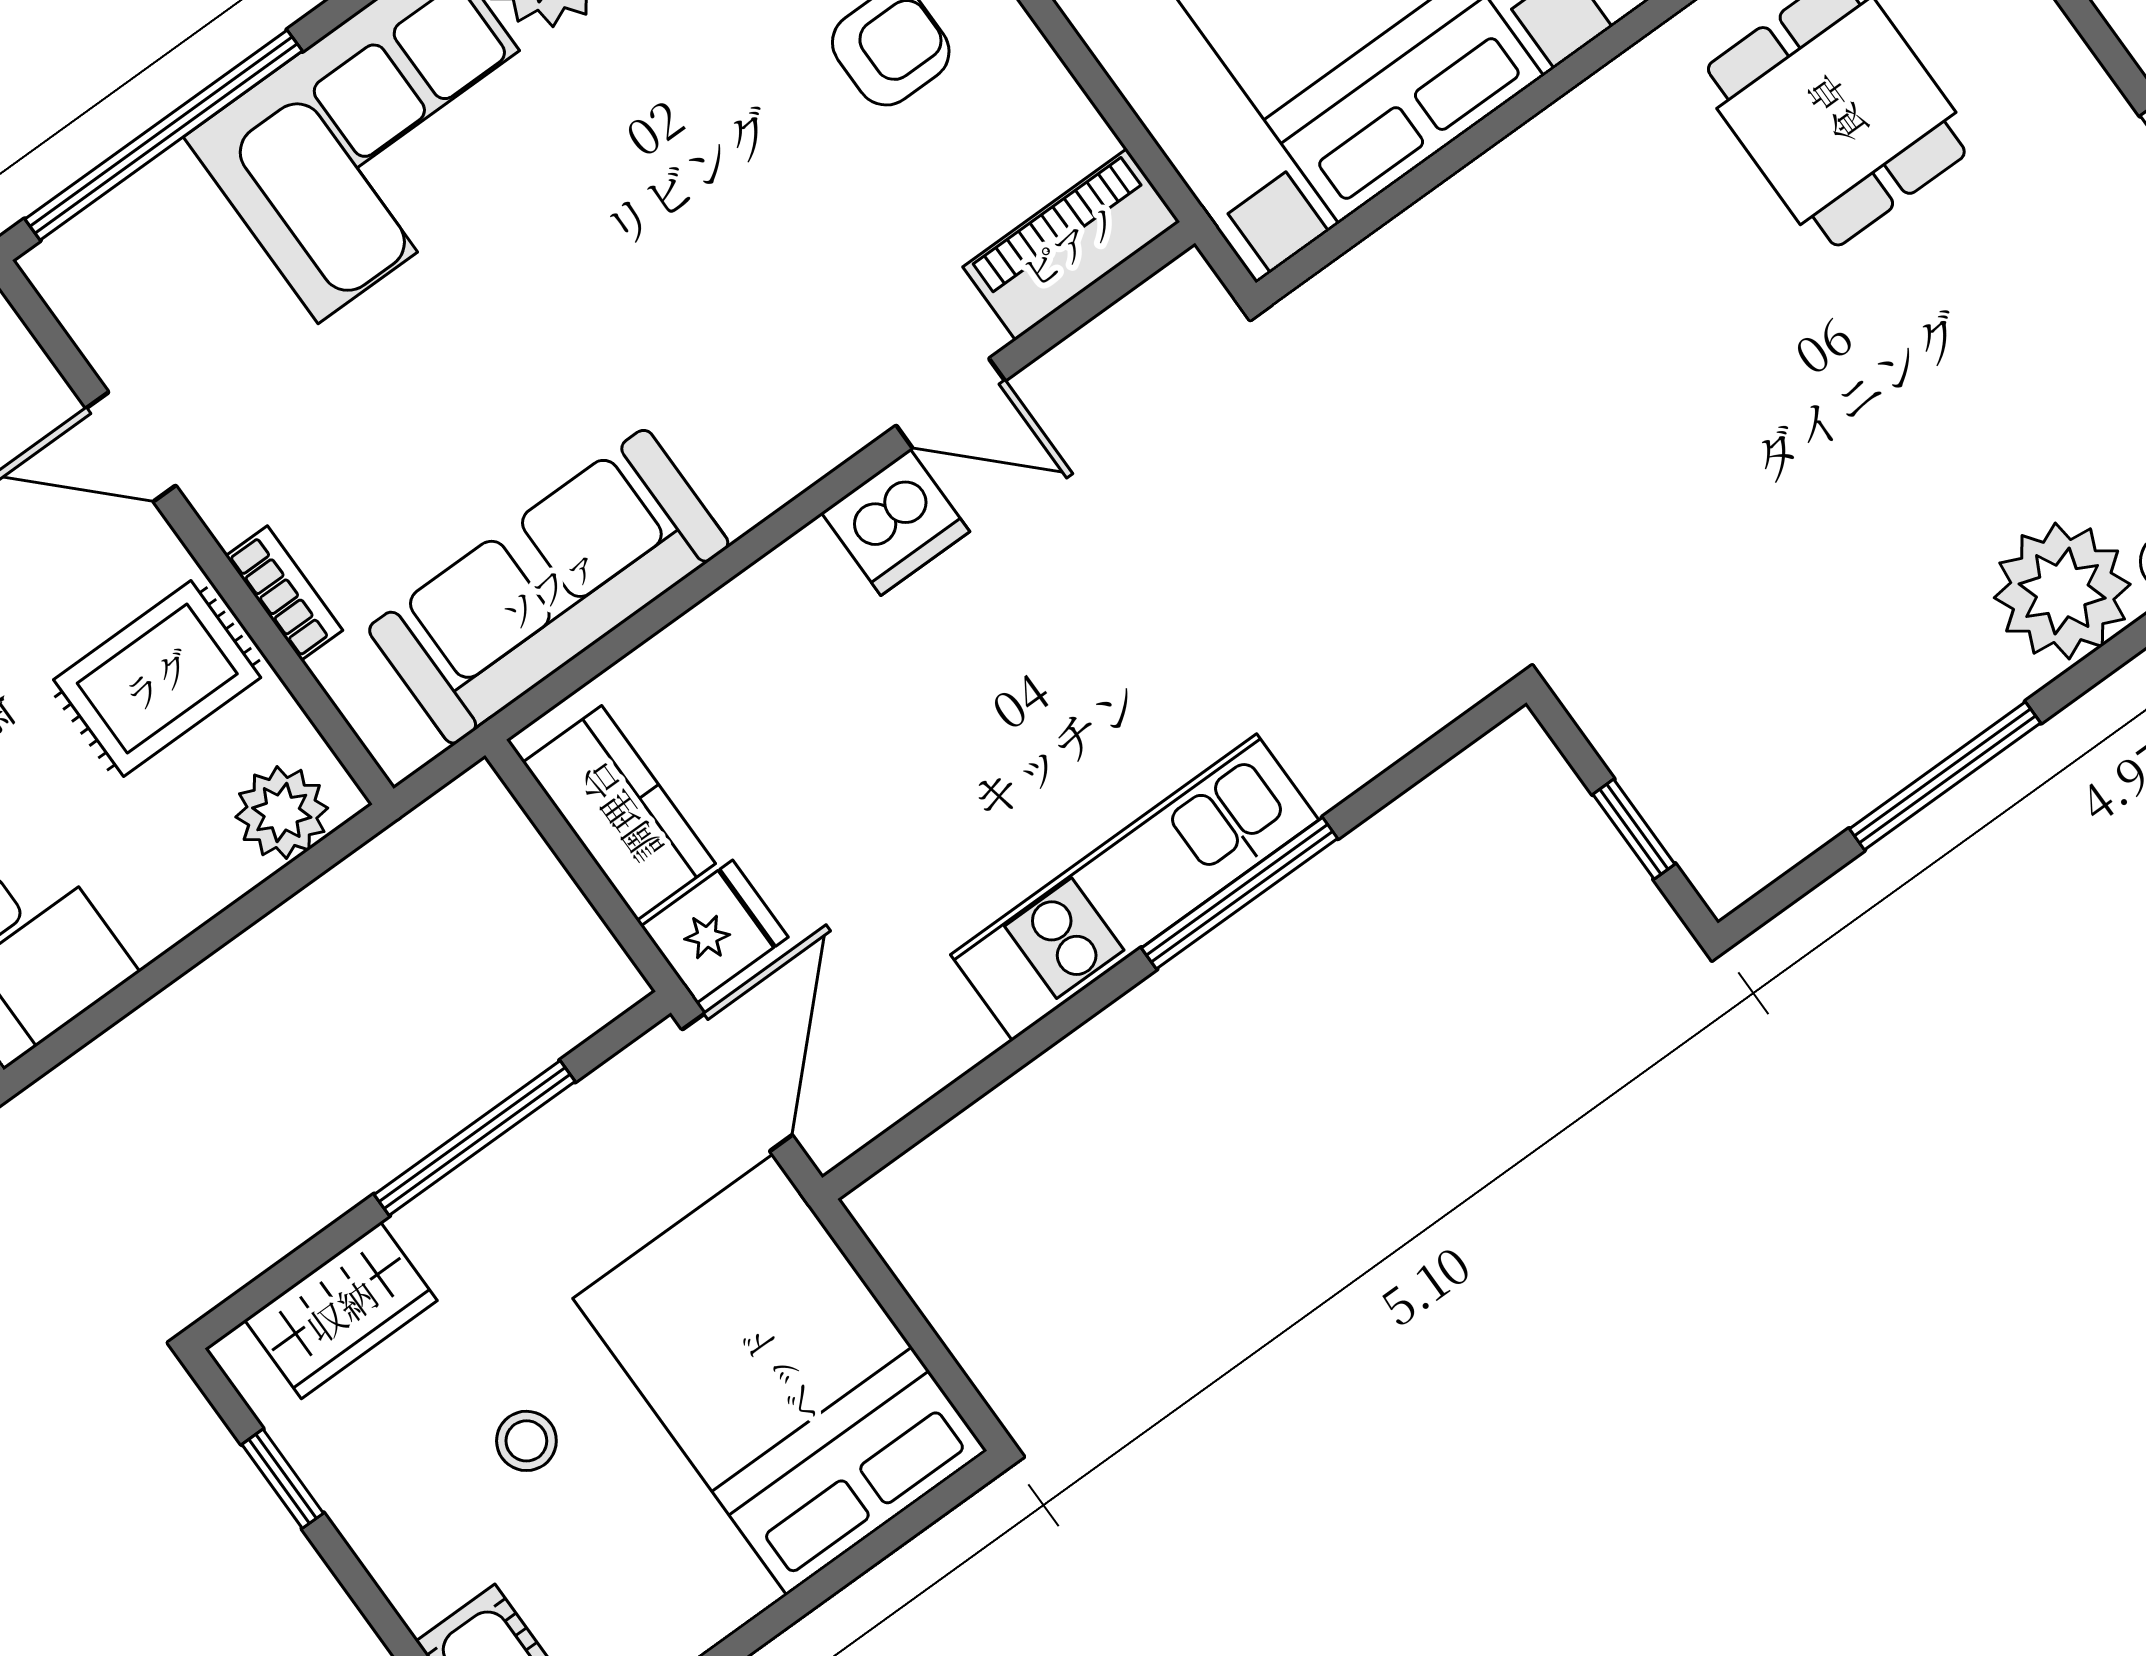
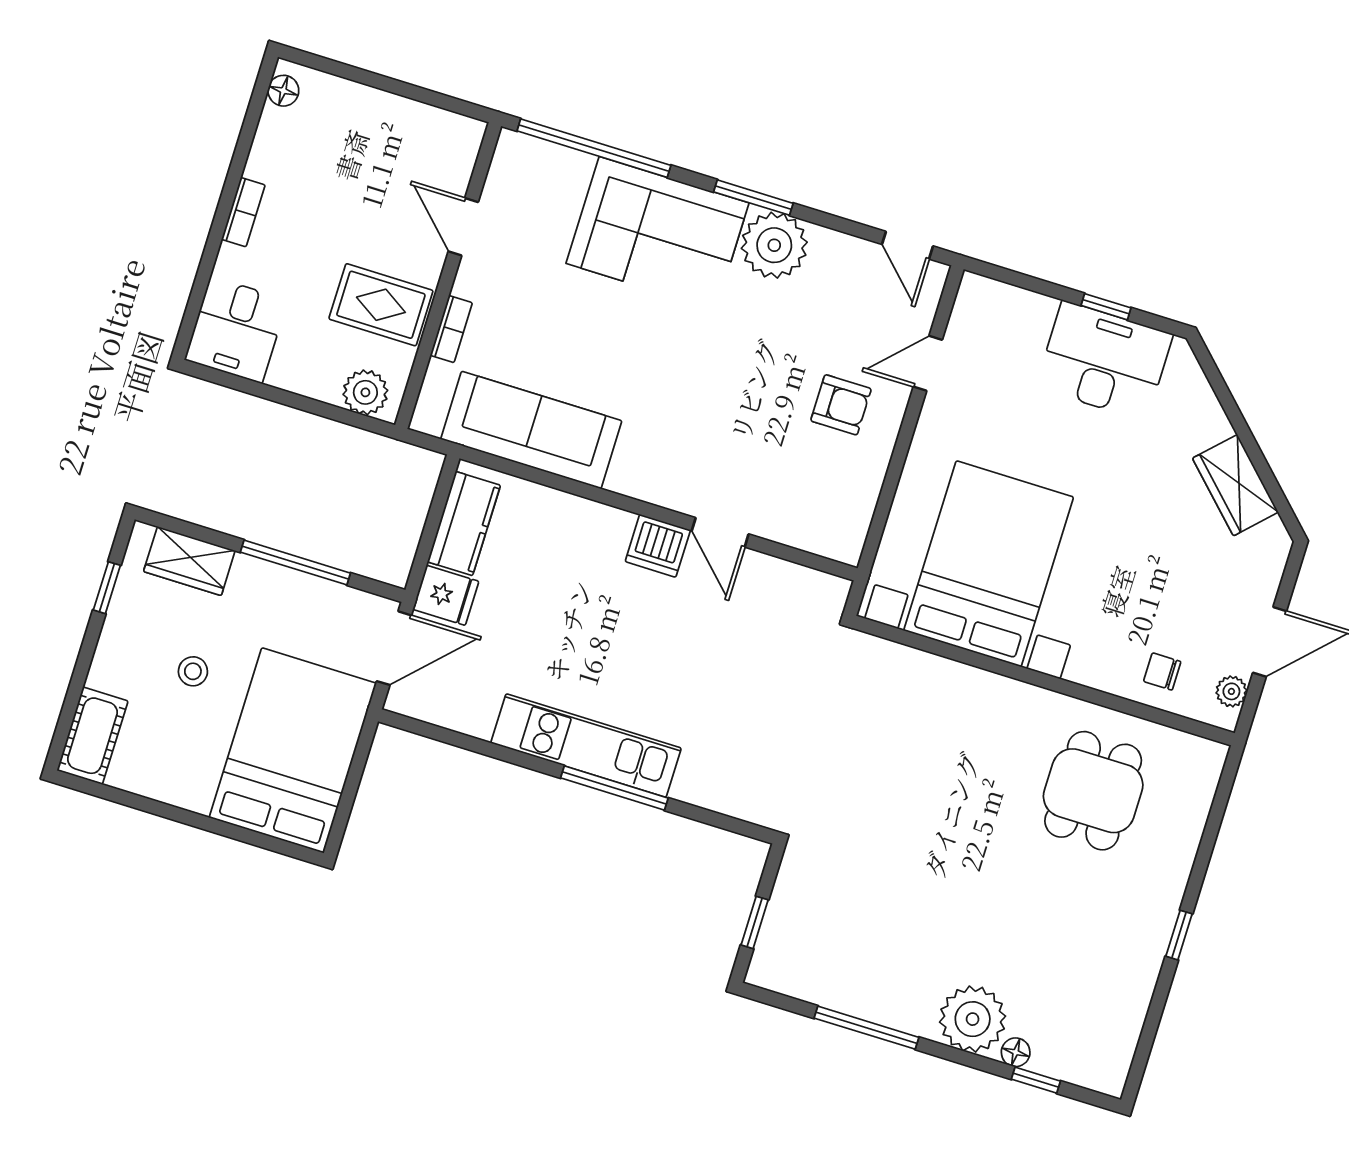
piano: (1071, 244) -> (817, 533), removed

